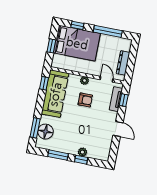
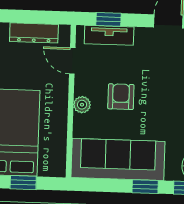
door: (106, 79) -> (72, 61), hinge flipped
window: (44, 83) -> (145, 187), moved

